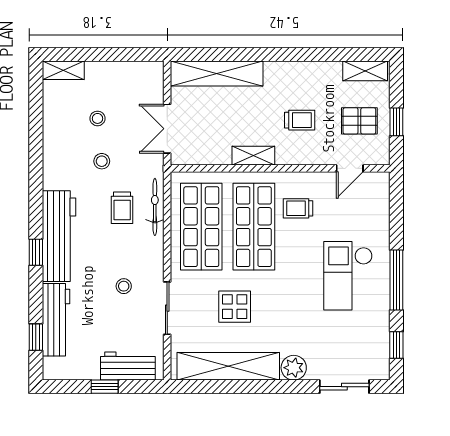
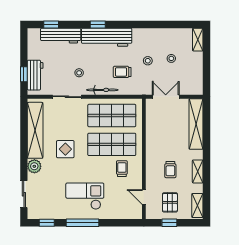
shelving: (253, 156) -> (198, 171), moved
bicycle: (155, 207) -> (102, 90), moved
display table: (235, 307) -> (65, 149), moved
window: (105, 387) -> (24, 74), moved

